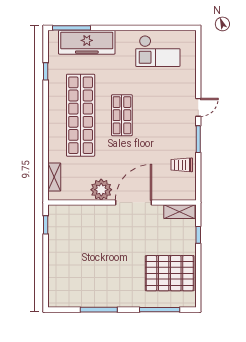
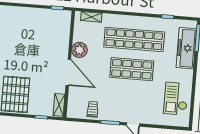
shop shelf: (122, 115) -> (132, 69), width x1.43, depth x1.36

